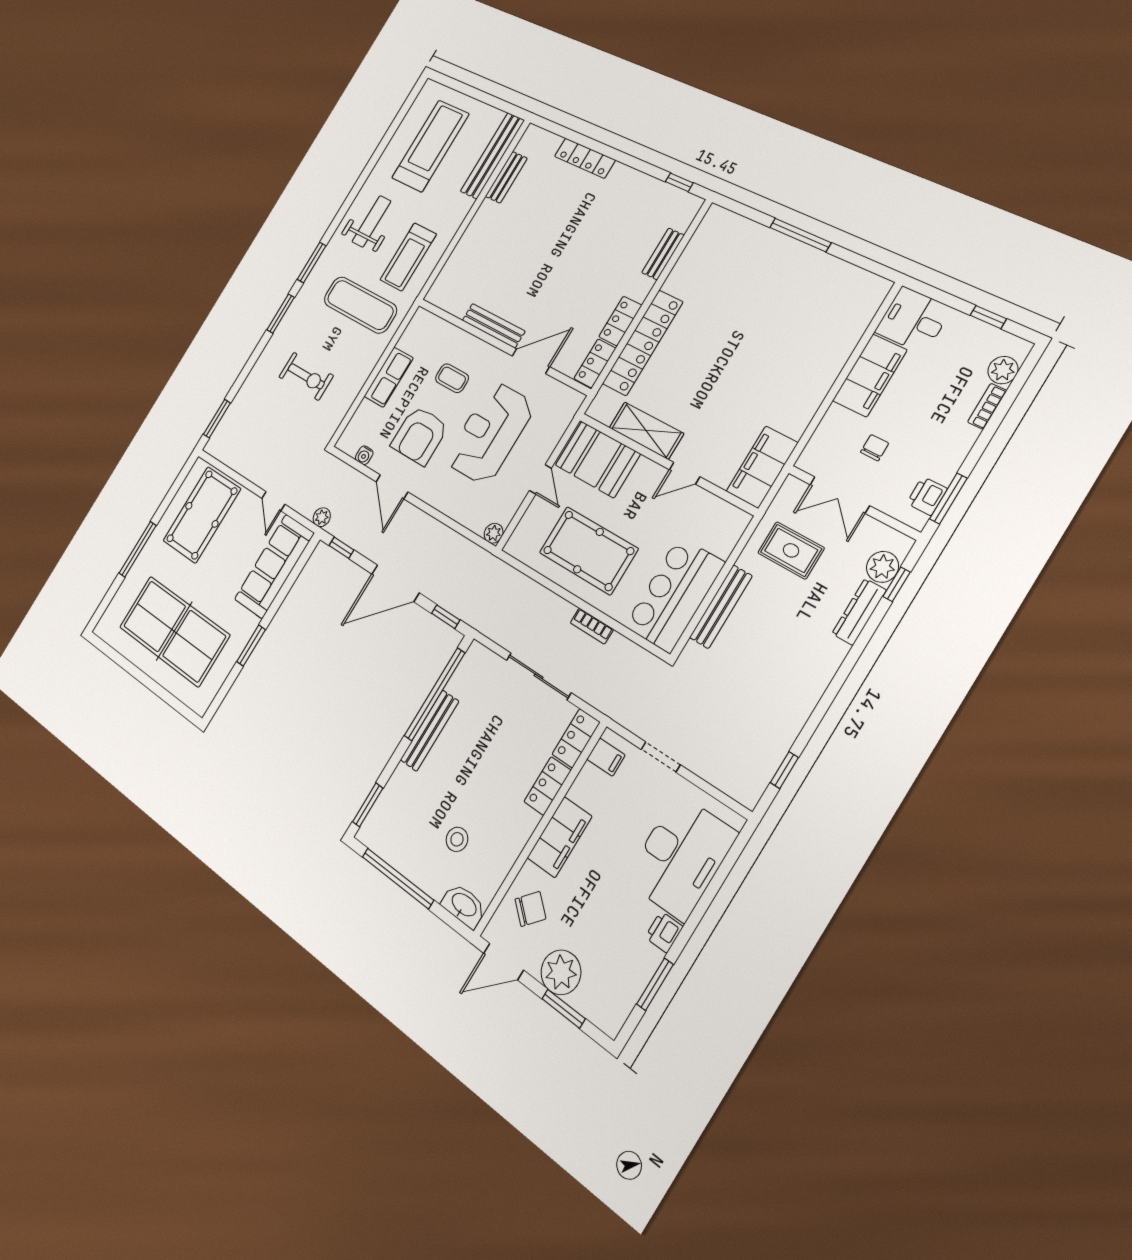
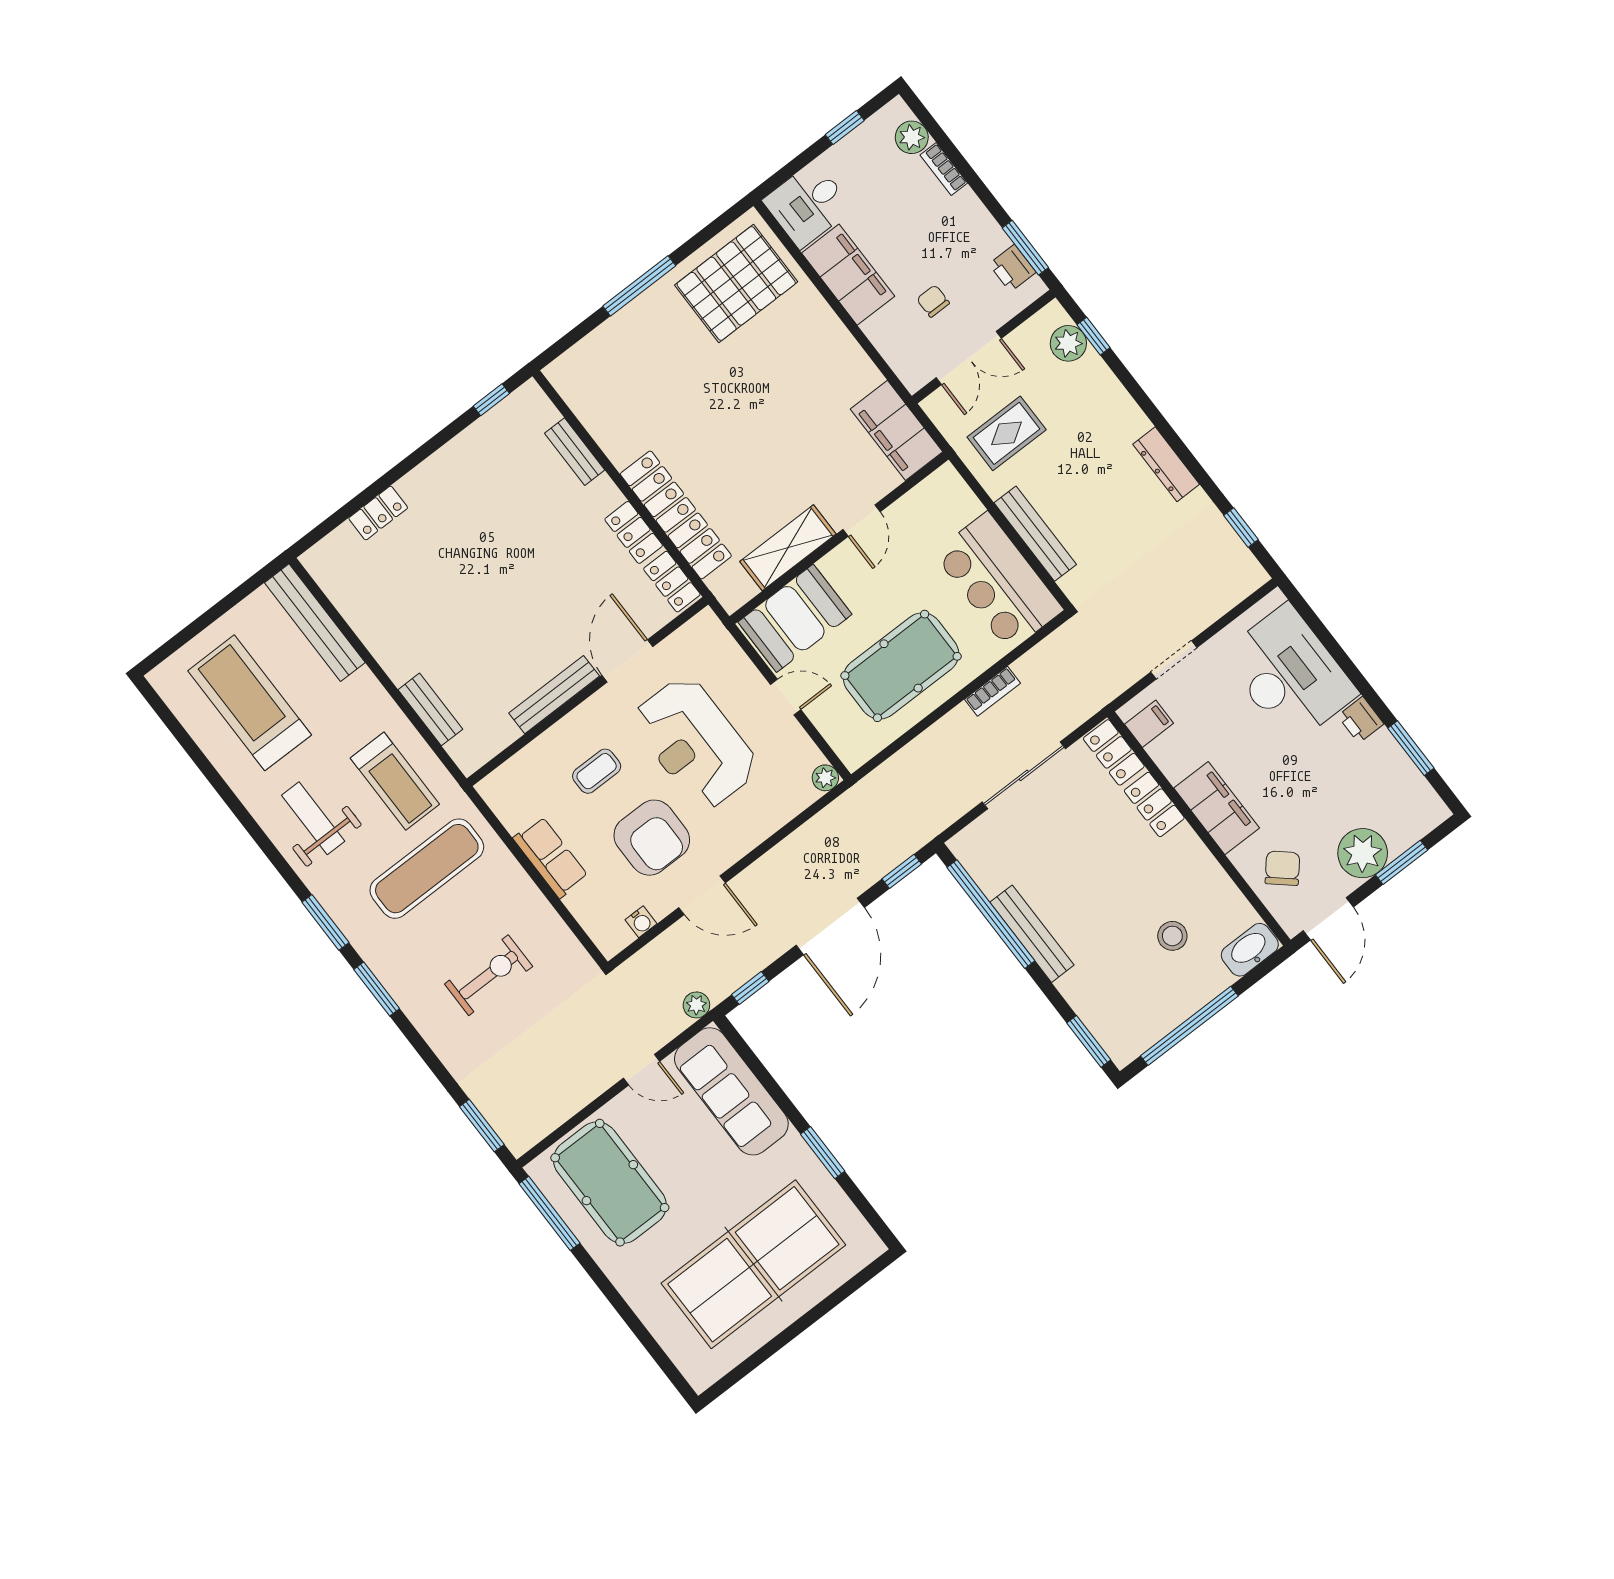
locker: (585, 158) -> (378, 513), width x0.66
bench: (506, 177) -> (430, 709), moved
pallet: (830, 300) -> (736, 283), added
window: (138, 549) -> (550, 1213), moved
dresser: (859, 612) -> (1166, 464), moved

